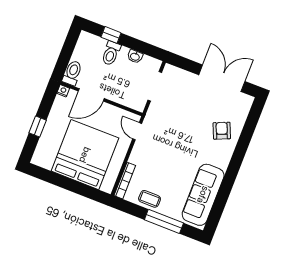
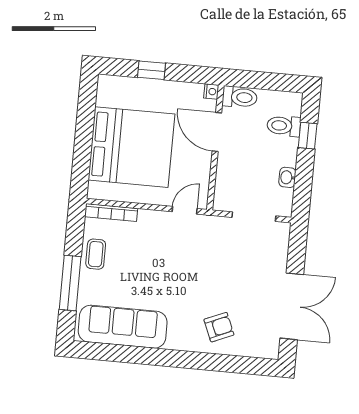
toilet: (111, 53) -> (284, 126), moved

